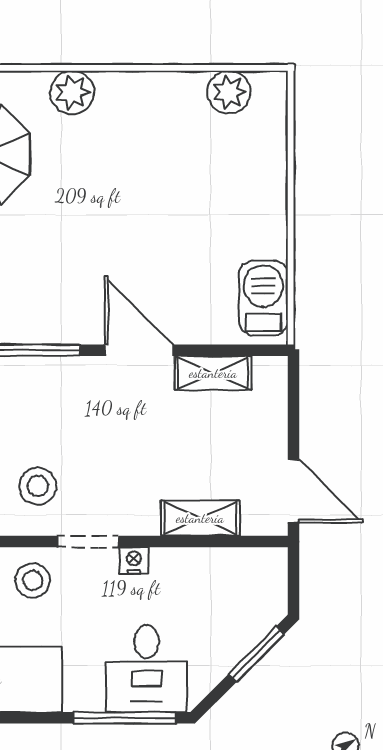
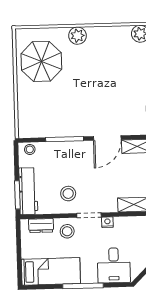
door: (139, 350) -> (107, 138), swing flipped
window: (124, 718) -> (83, 286), moved

